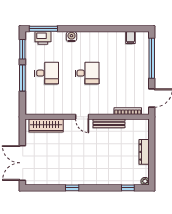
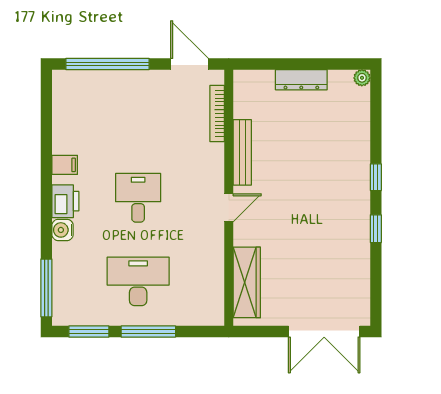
printer: (43, 38) -> (65, 201), moved
filing cabinet: (130, 38) -> (65, 165), moved
desk: (47, 73) -> (138, 281), width x1.37
window: (128, 188) -> (376, 177), moved

